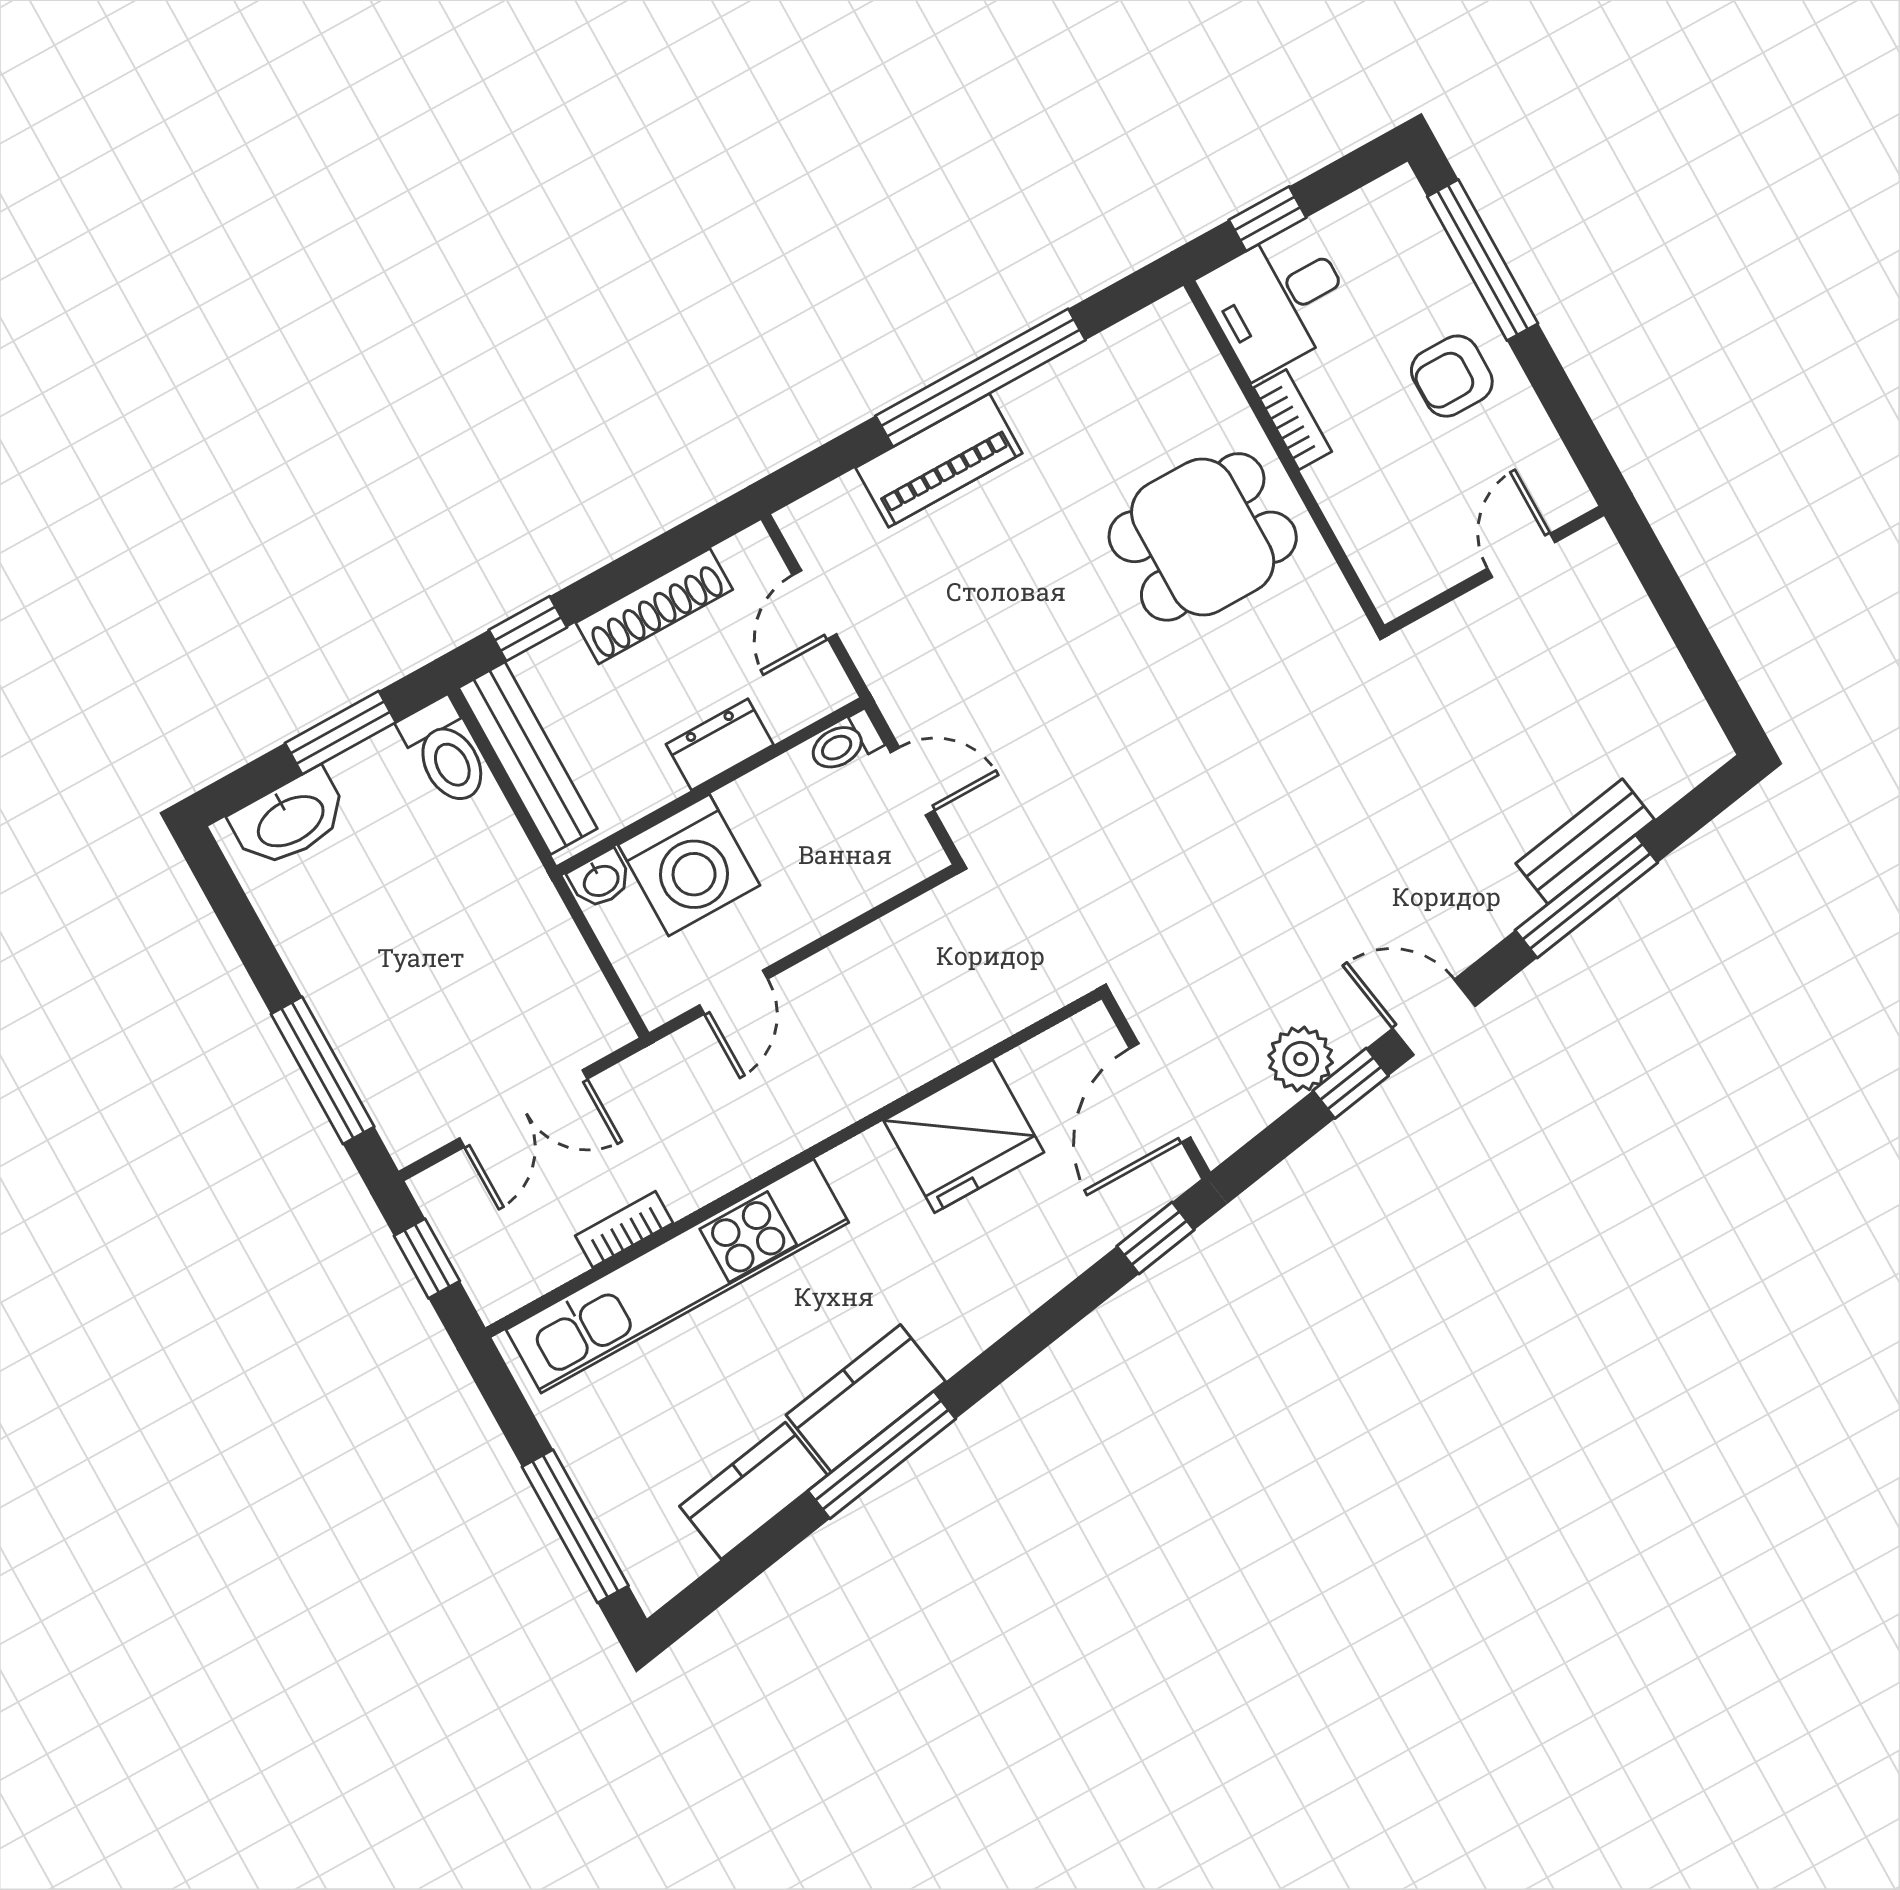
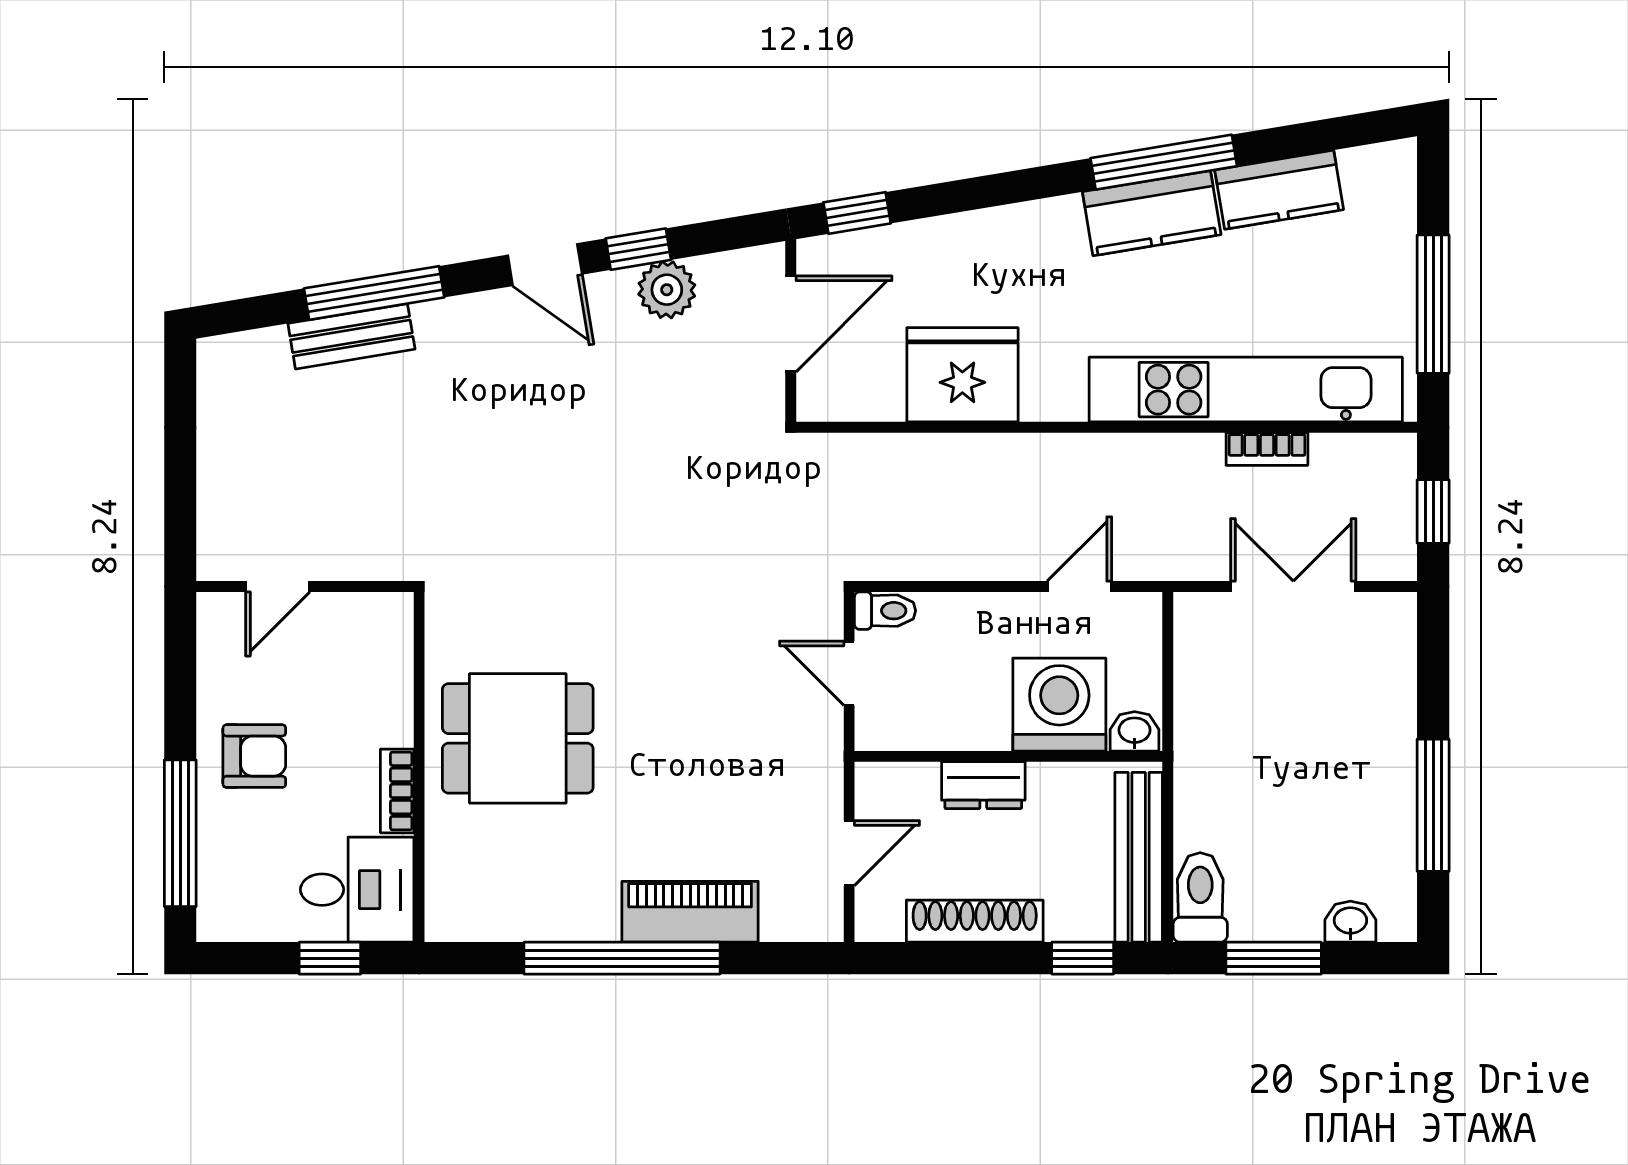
toilet: (845, 743) -> (885, 611), moved
washbasin: (290, 819) -> (1350, 922), width x0.52, depth x0.69
window: (323, 1070) -> (1433, 805), moved
window: (575, 1526) -> (1433, 304), moved

